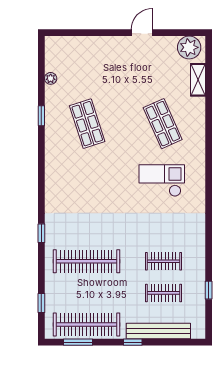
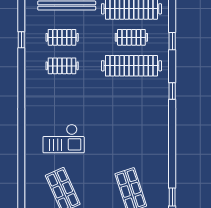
clothes rail: (86, 293) -> (131, 37), added
window: (41, 303) -> (172, 41), moved

